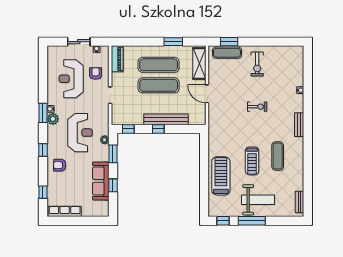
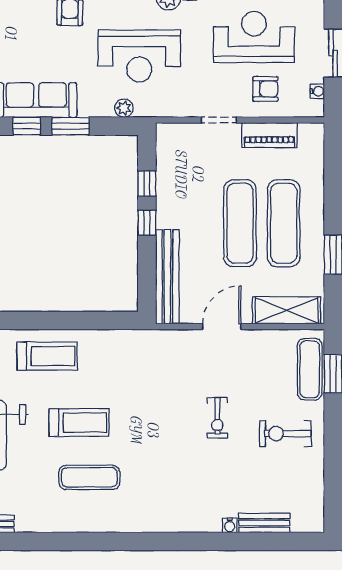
piano: (117, 59) -> (269, 135), moved
exercise bike: (257, 107) -> (217, 418), moved
bench: (166, 119) -> (167, 277), moved
bench: (299, 125) -> (264, 523), moved
window: (128, 129) -> (147, 184), moved
window: (113, 154) -> (70, 126), moved
treadmill: (252, 161) -> (79, 423), turned 180
treadmill: (221, 176) -> (47, 356), width x0.73, depth x0.73

